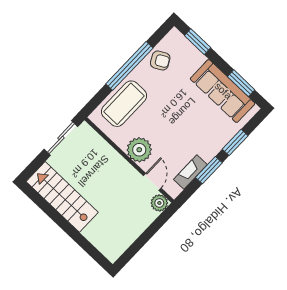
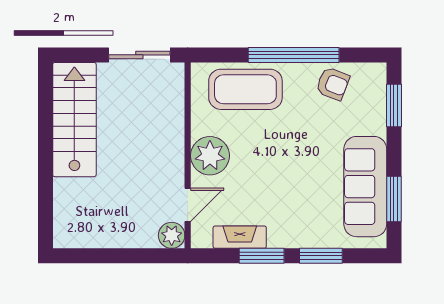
armchair: (160, 61) -> (333, 84), turned -41

